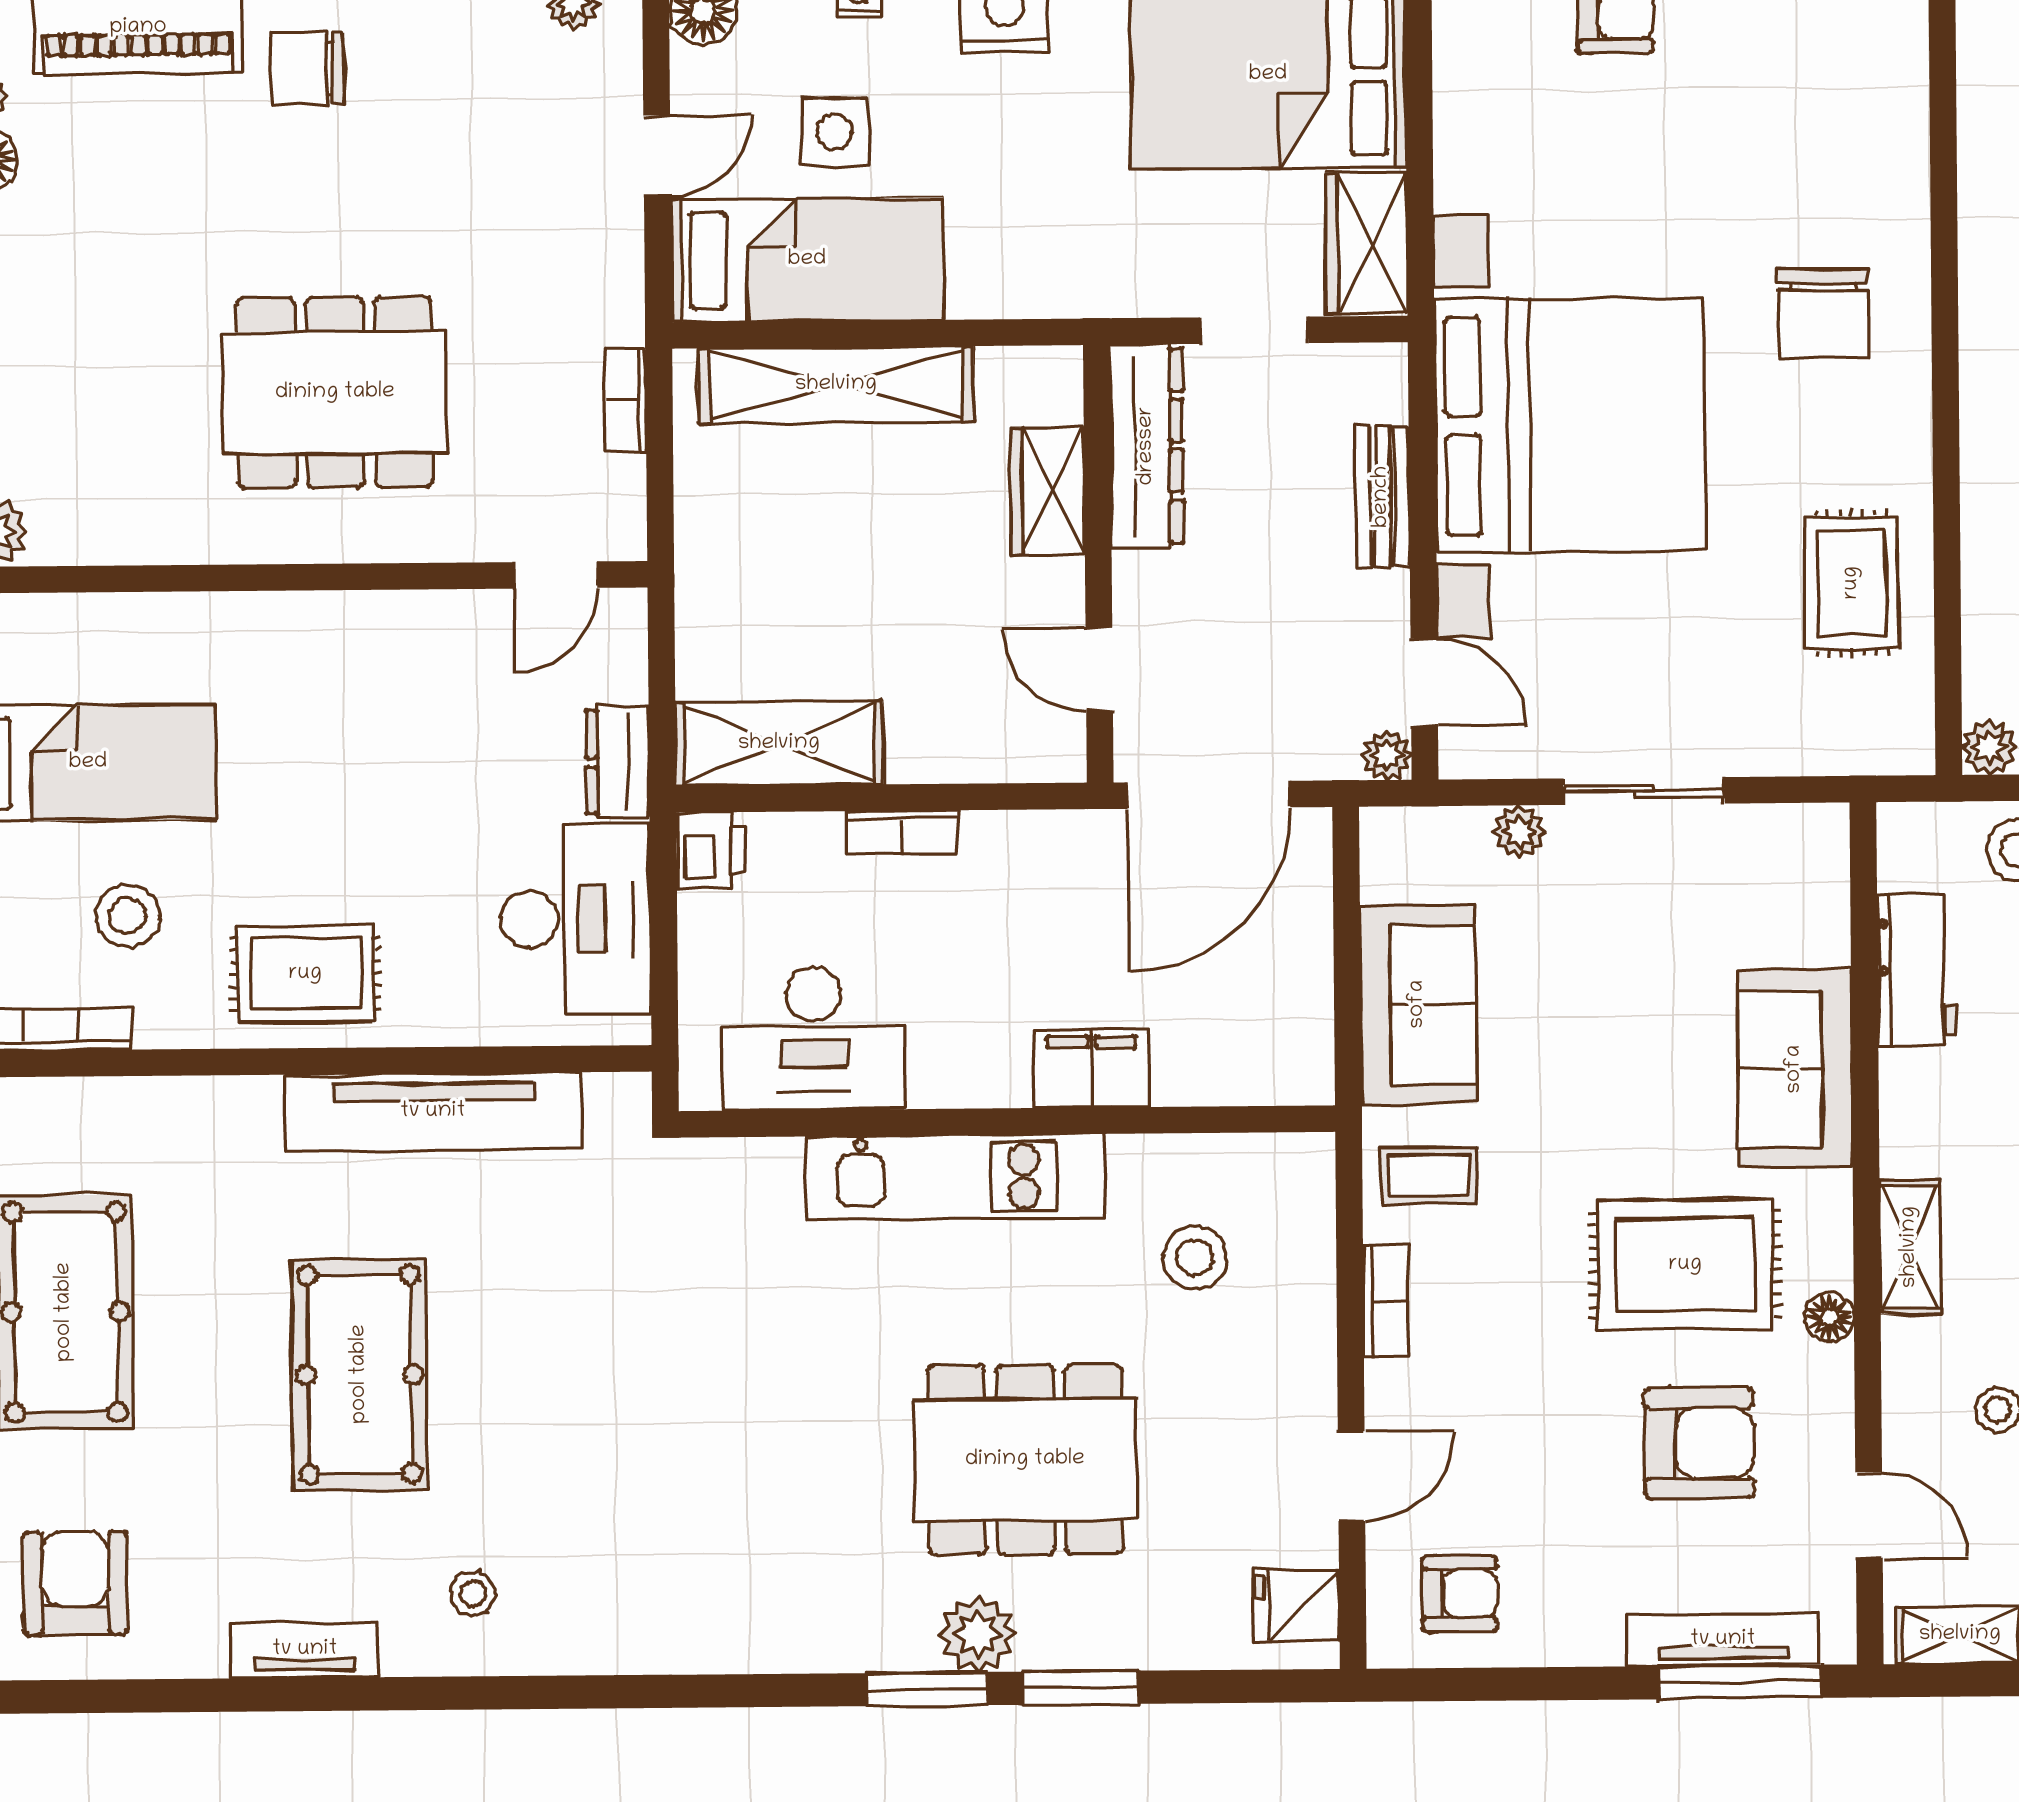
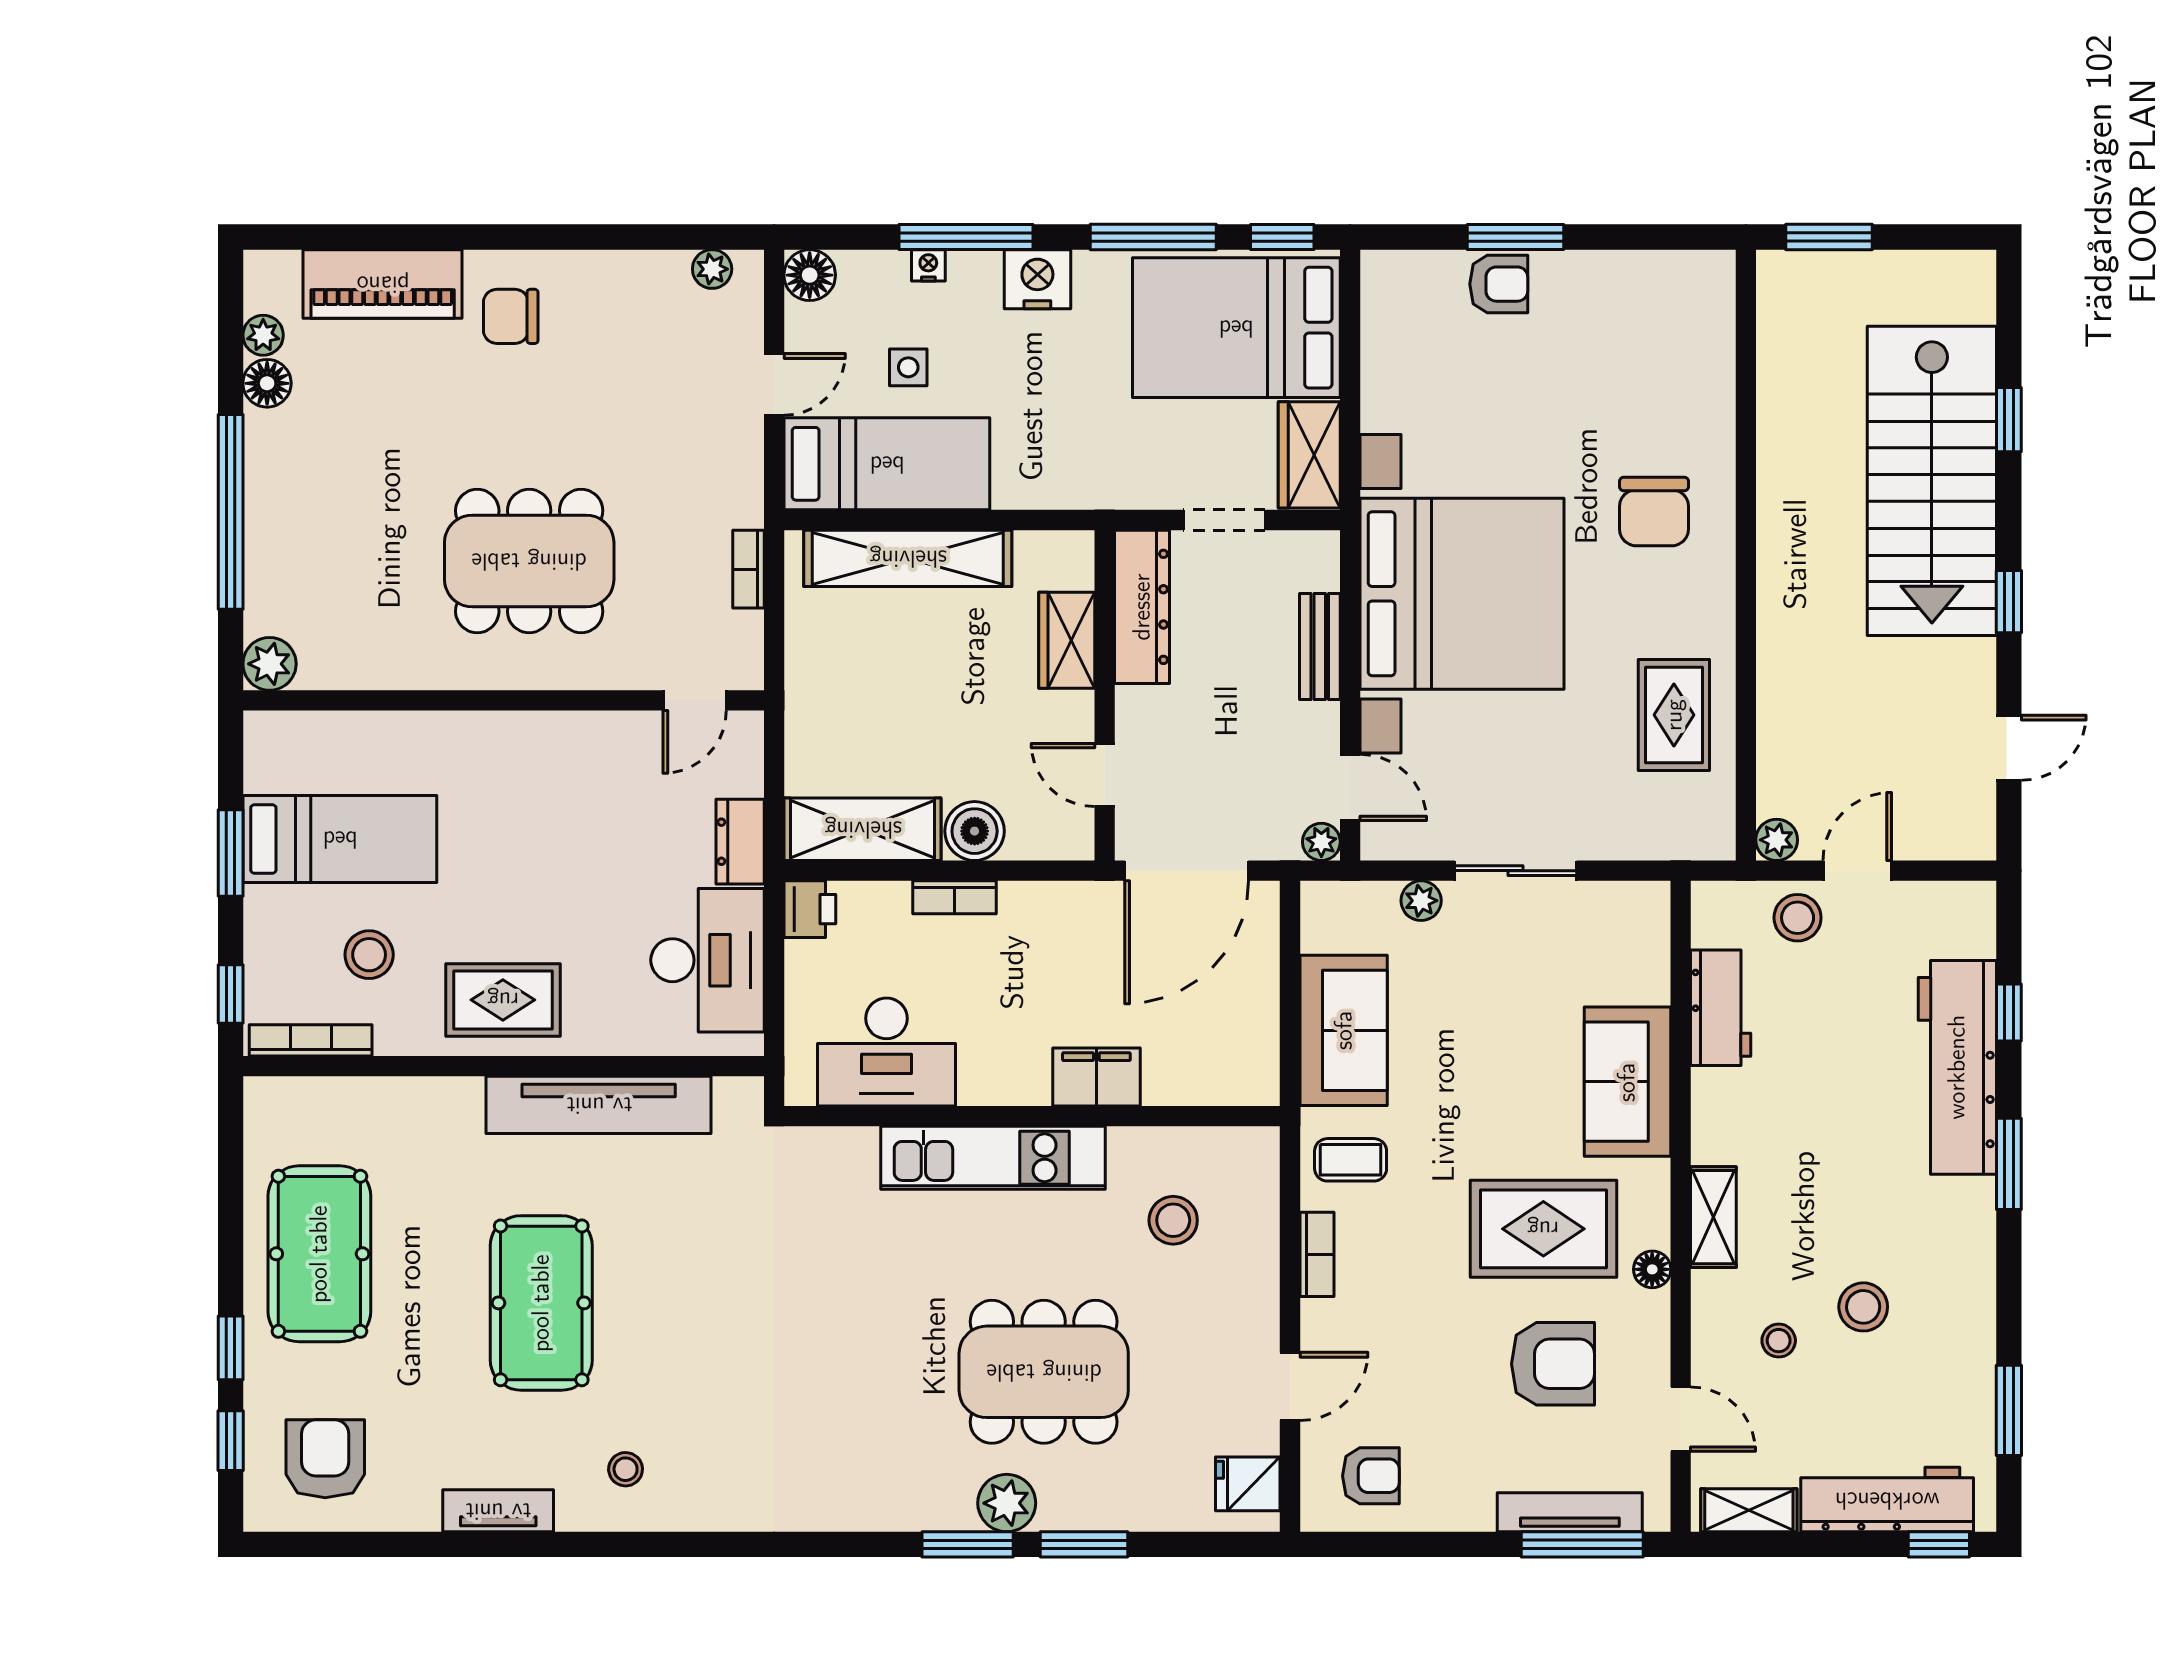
side table: (834, 132) -> (908, 367), width x0.73, depth x0.73
boiler: (928, 745) -> (975, 831), added

